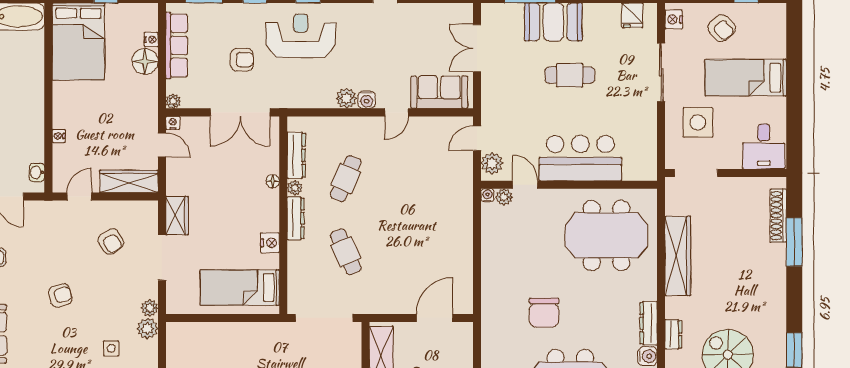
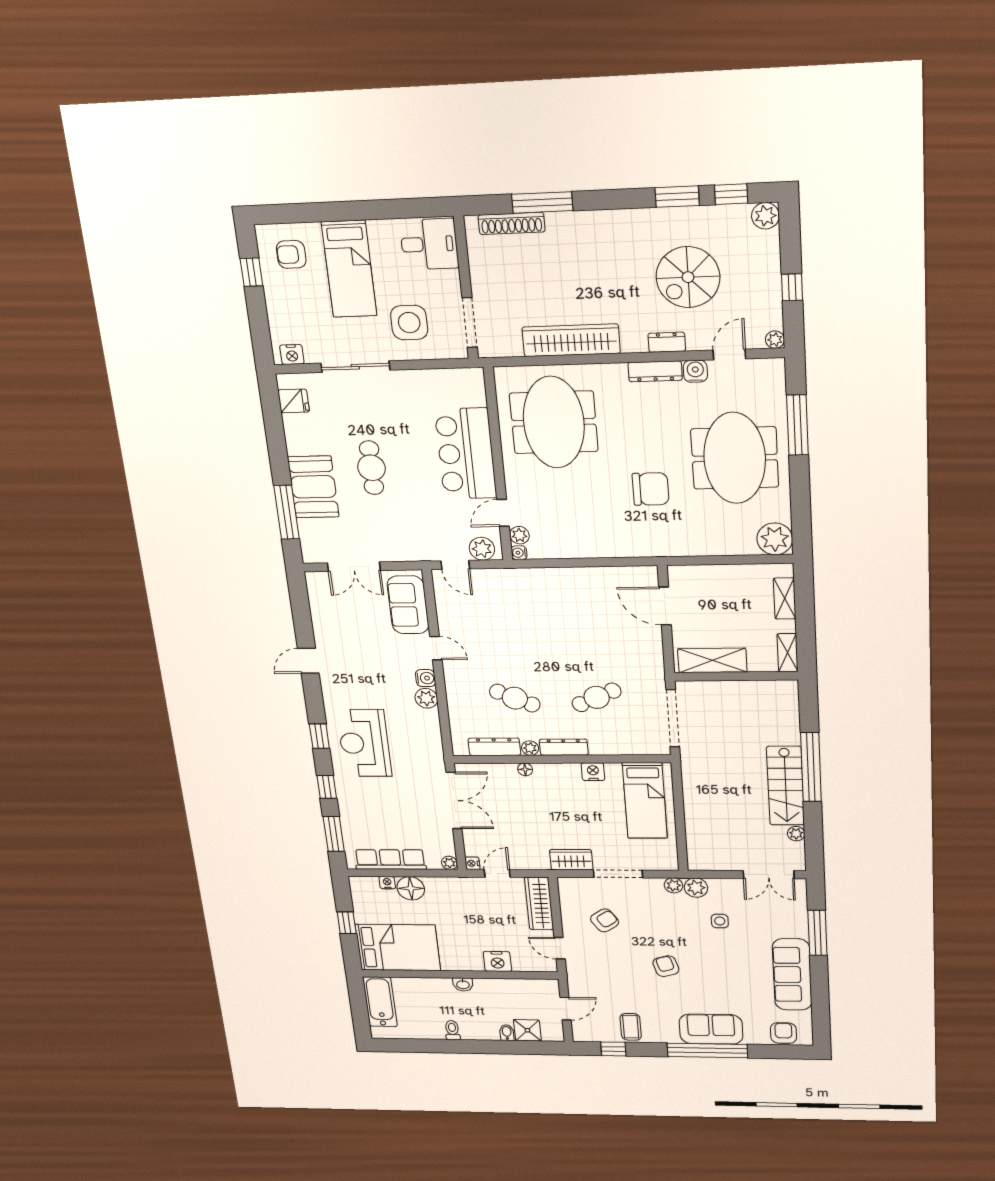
armchair: (722, 28) -> (291, 254), moved, turned -137
armchair: (242, 60) -> (397, 799), removed
nightstand: (59, 136) -> (497, 961), width x1.89, depth x1.79
washbasin: (37, 172) -> (463, 984), moved

